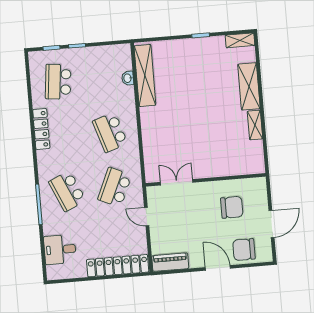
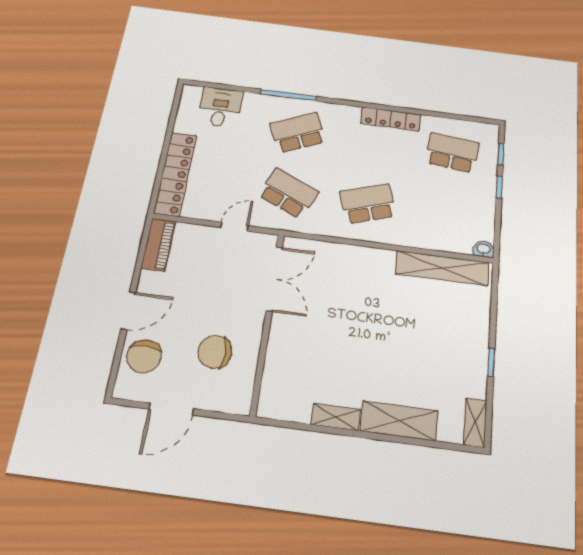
washbasin: (128, 78) -> (484, 249), moved
double door: (177, 182) -> (274, 279), width x1.37
chair: (232, 207) -> (215, 352), turned 90
door: (272, 224) -> (171, 409), hinge flipped
chair: (244, 250) -> (144, 356), turned 180

